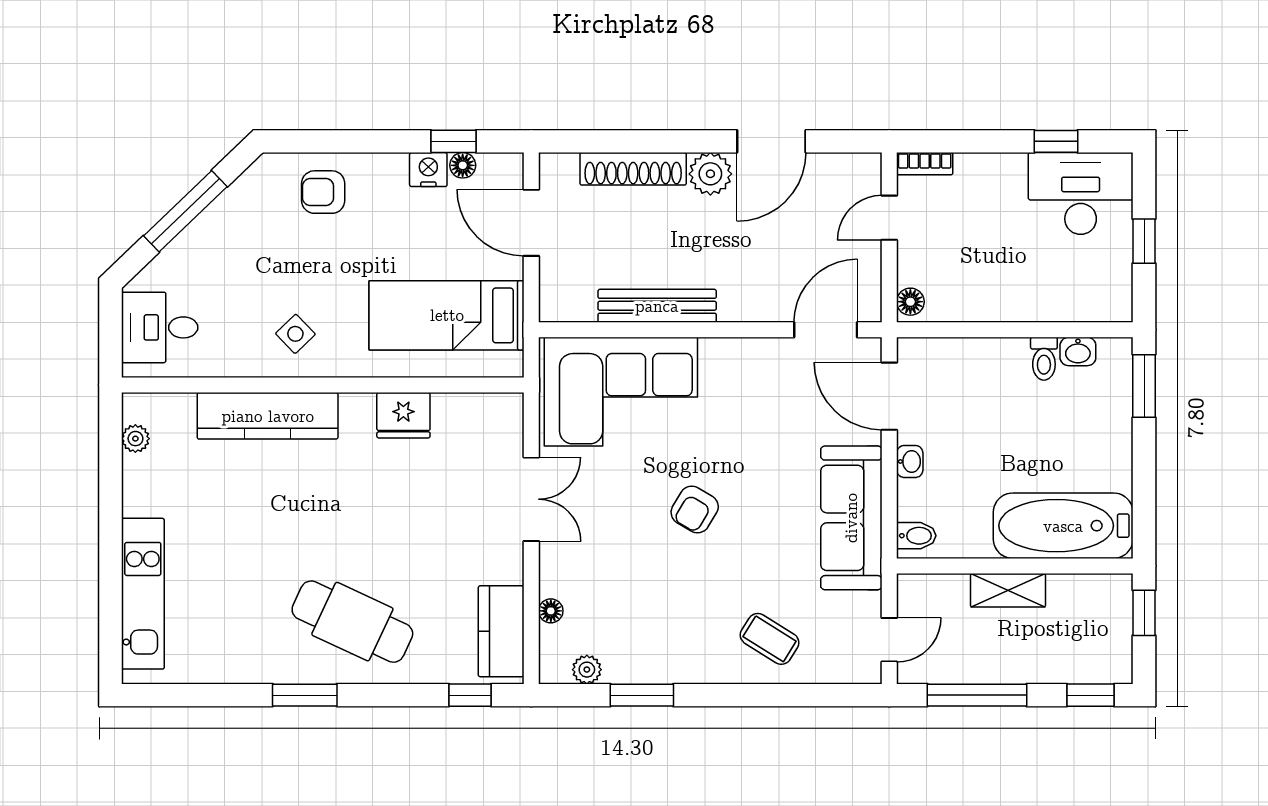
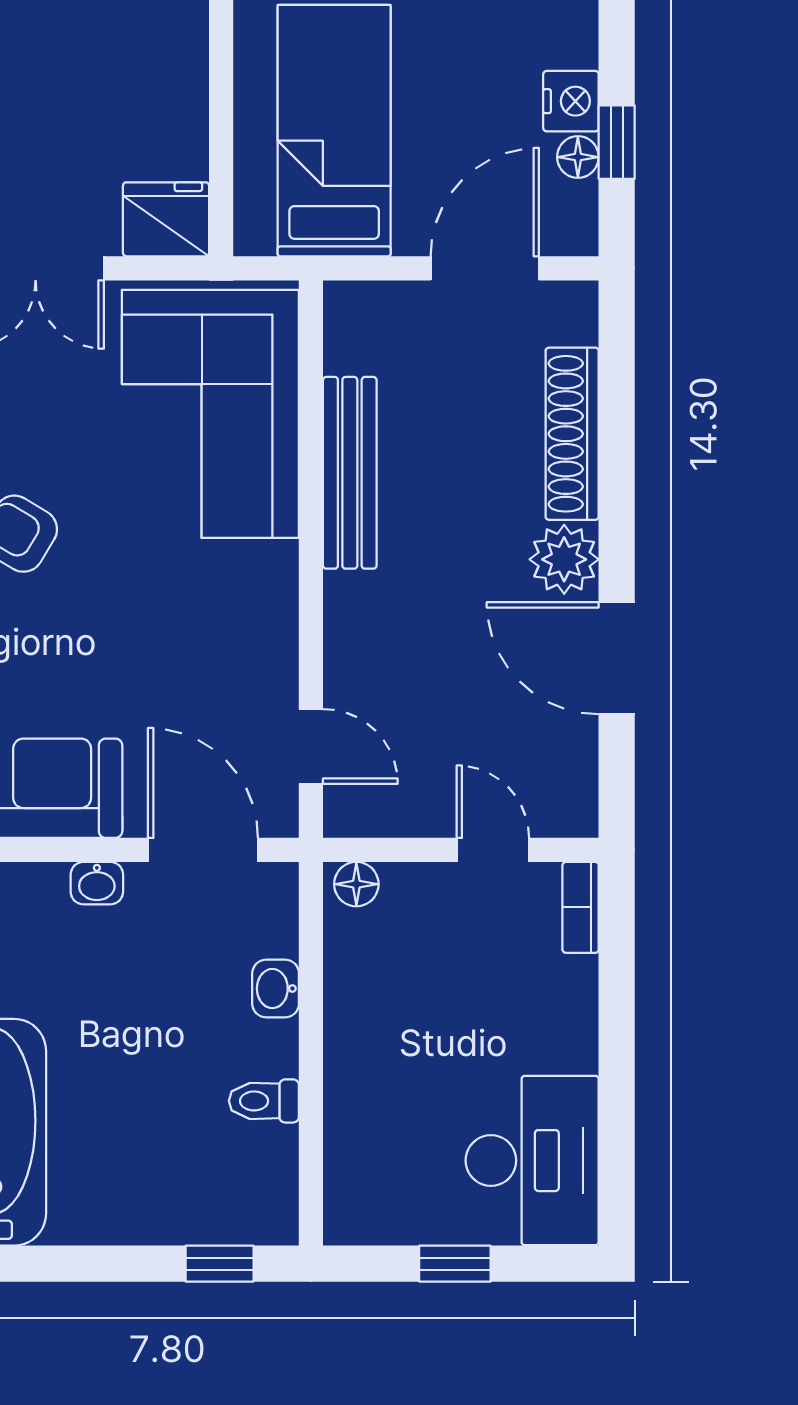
window: (1056, 141) -> (617, 1121), removed
door: (826, 330) -> (311, 746), width x0.73
washbasin: (1078, 351) -> (276, 989), moved
window: (1144, 386) -> (220, 1264), width x0.67
door: (889, 396) -> (203, 850), hinge flipped
fridge: (403, 415) -> (166, 219), moved, turned 90

